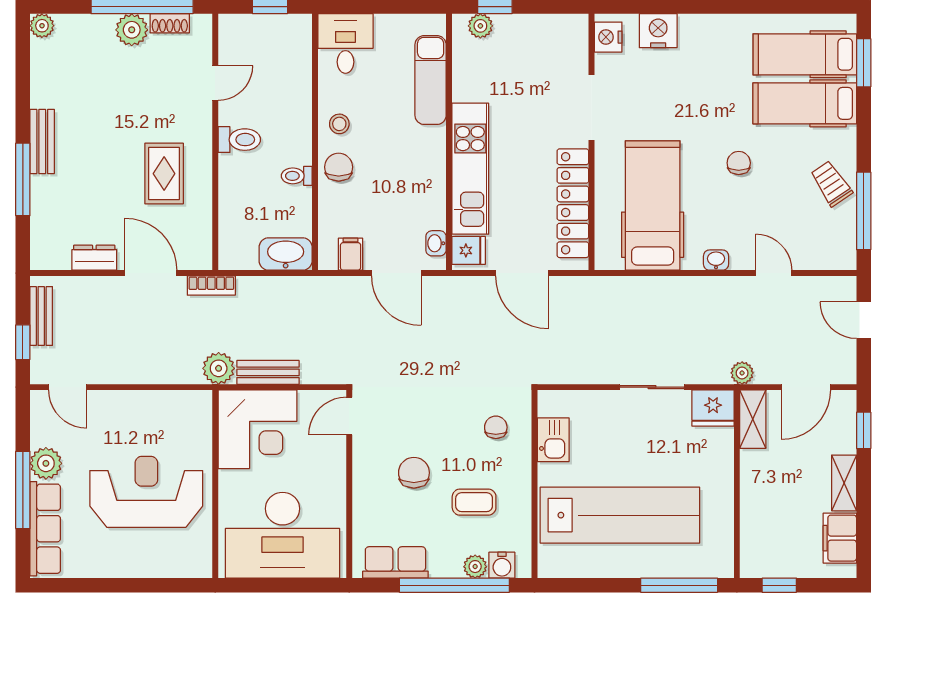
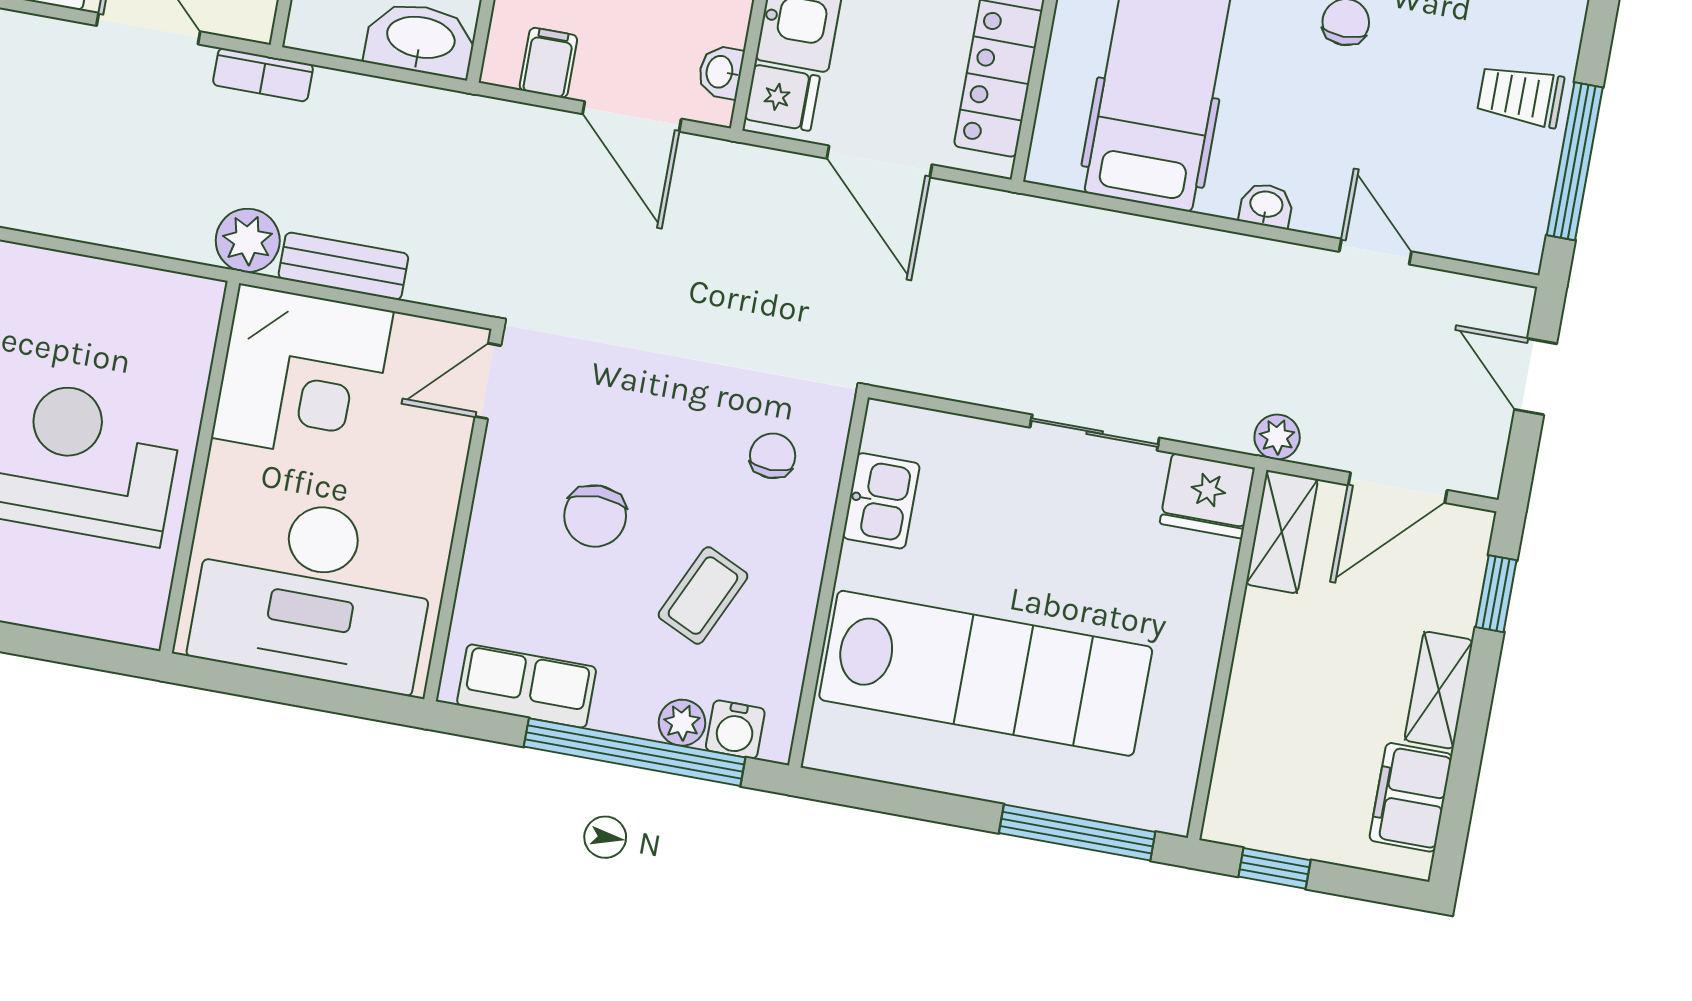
trolley: (831, 184) -> (1521, 96), turned -56
chair: (414, 473) -> (595, 516), turned 180
coffee table: (474, 502) -> (703, 595), turned -65

